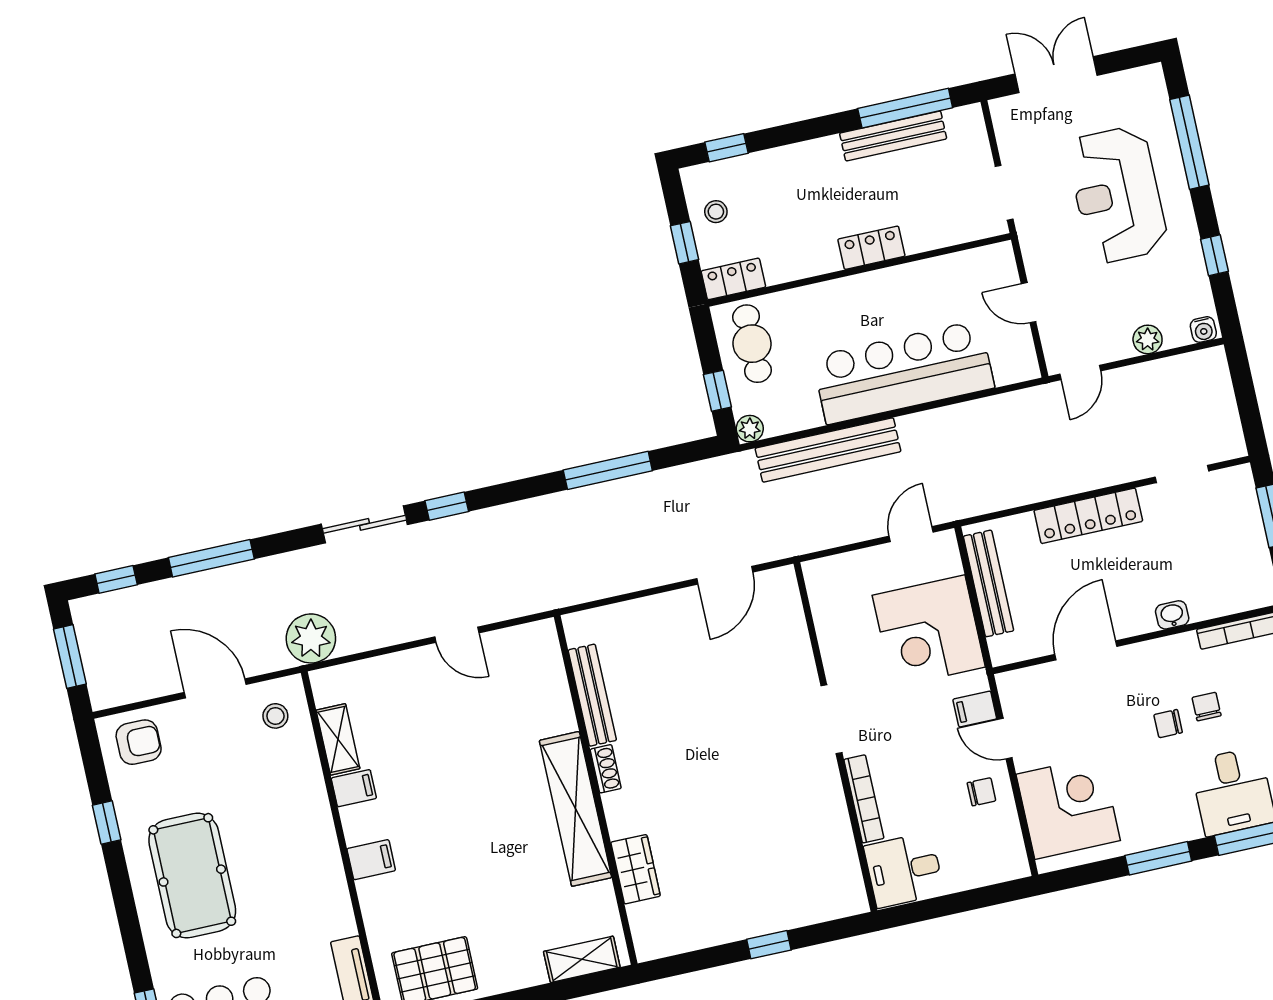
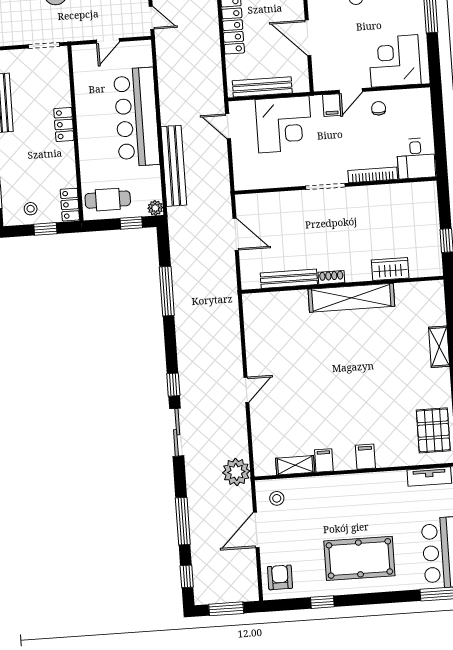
bench: (592, 695) -> (289, 279), moved
shoe rack: (606, 769) -> (331, 277), moved
wall: (596, 790) -> (342, 285), moved
shelving: (575, 809) -> (351, 298), moved
wardrobe: (636, 869) -> (390, 269), moved

